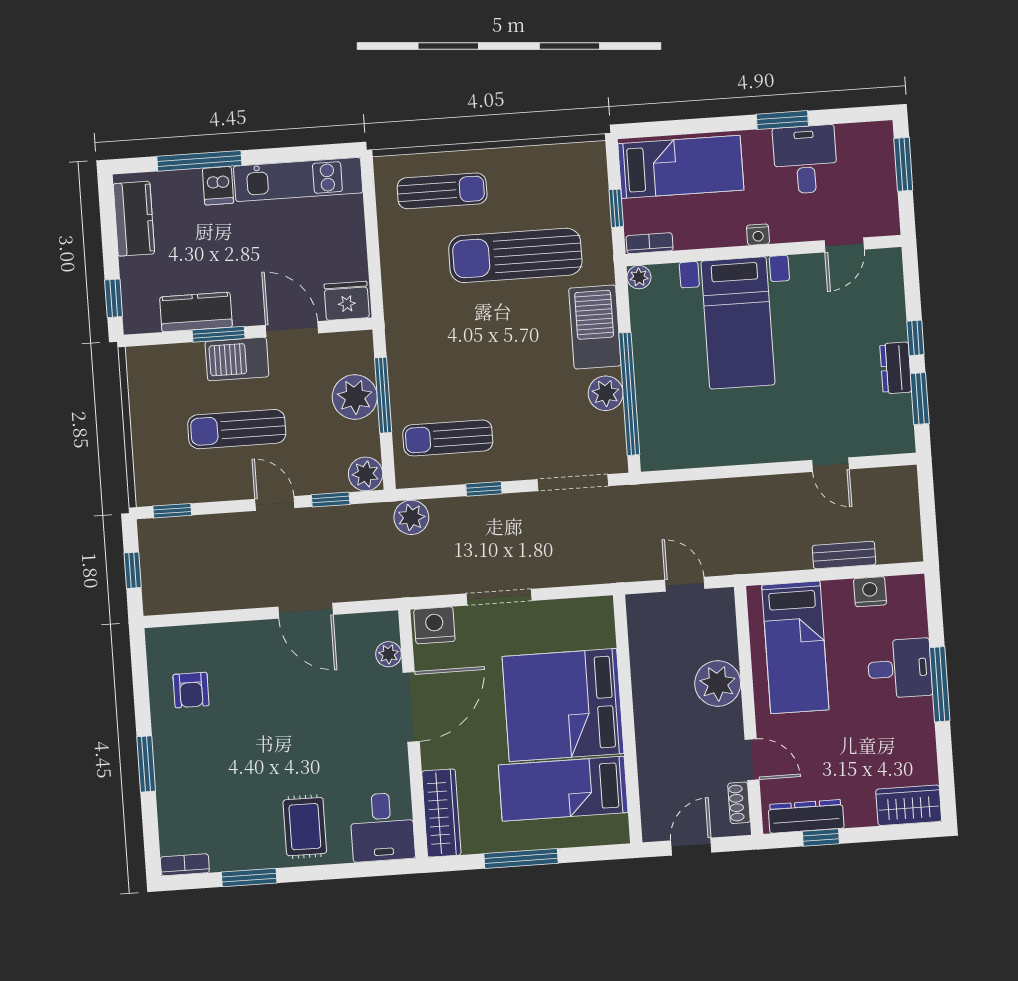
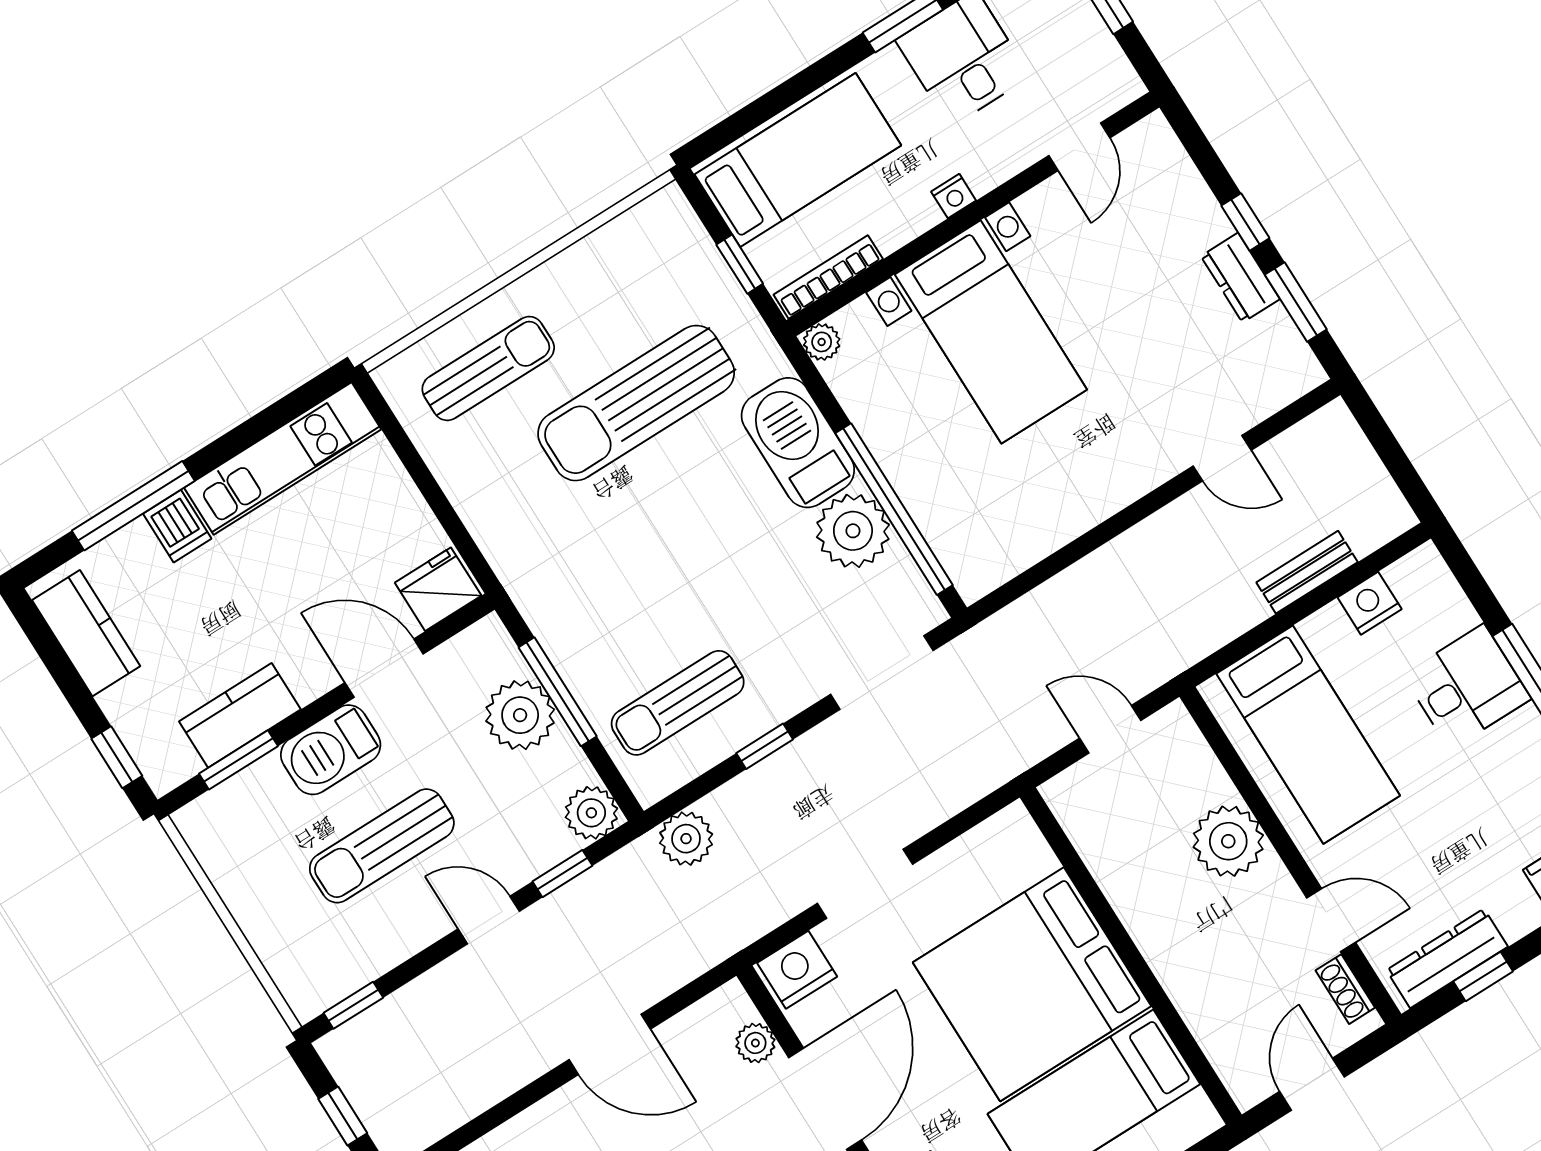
bookcase: (650, 243) -> (828, 277), width x1.56
window: (219, 334) -> (238, 760), moved
plant: (606, 393) -> (853, 531), width x1.36, depth x1.36

